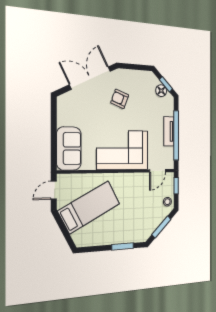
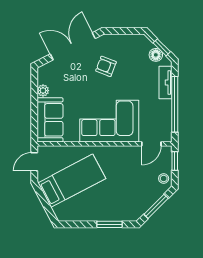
plant: (62, 120) -> (43, 91), added
tv unit: (169, 131) -> (166, 82), moved

